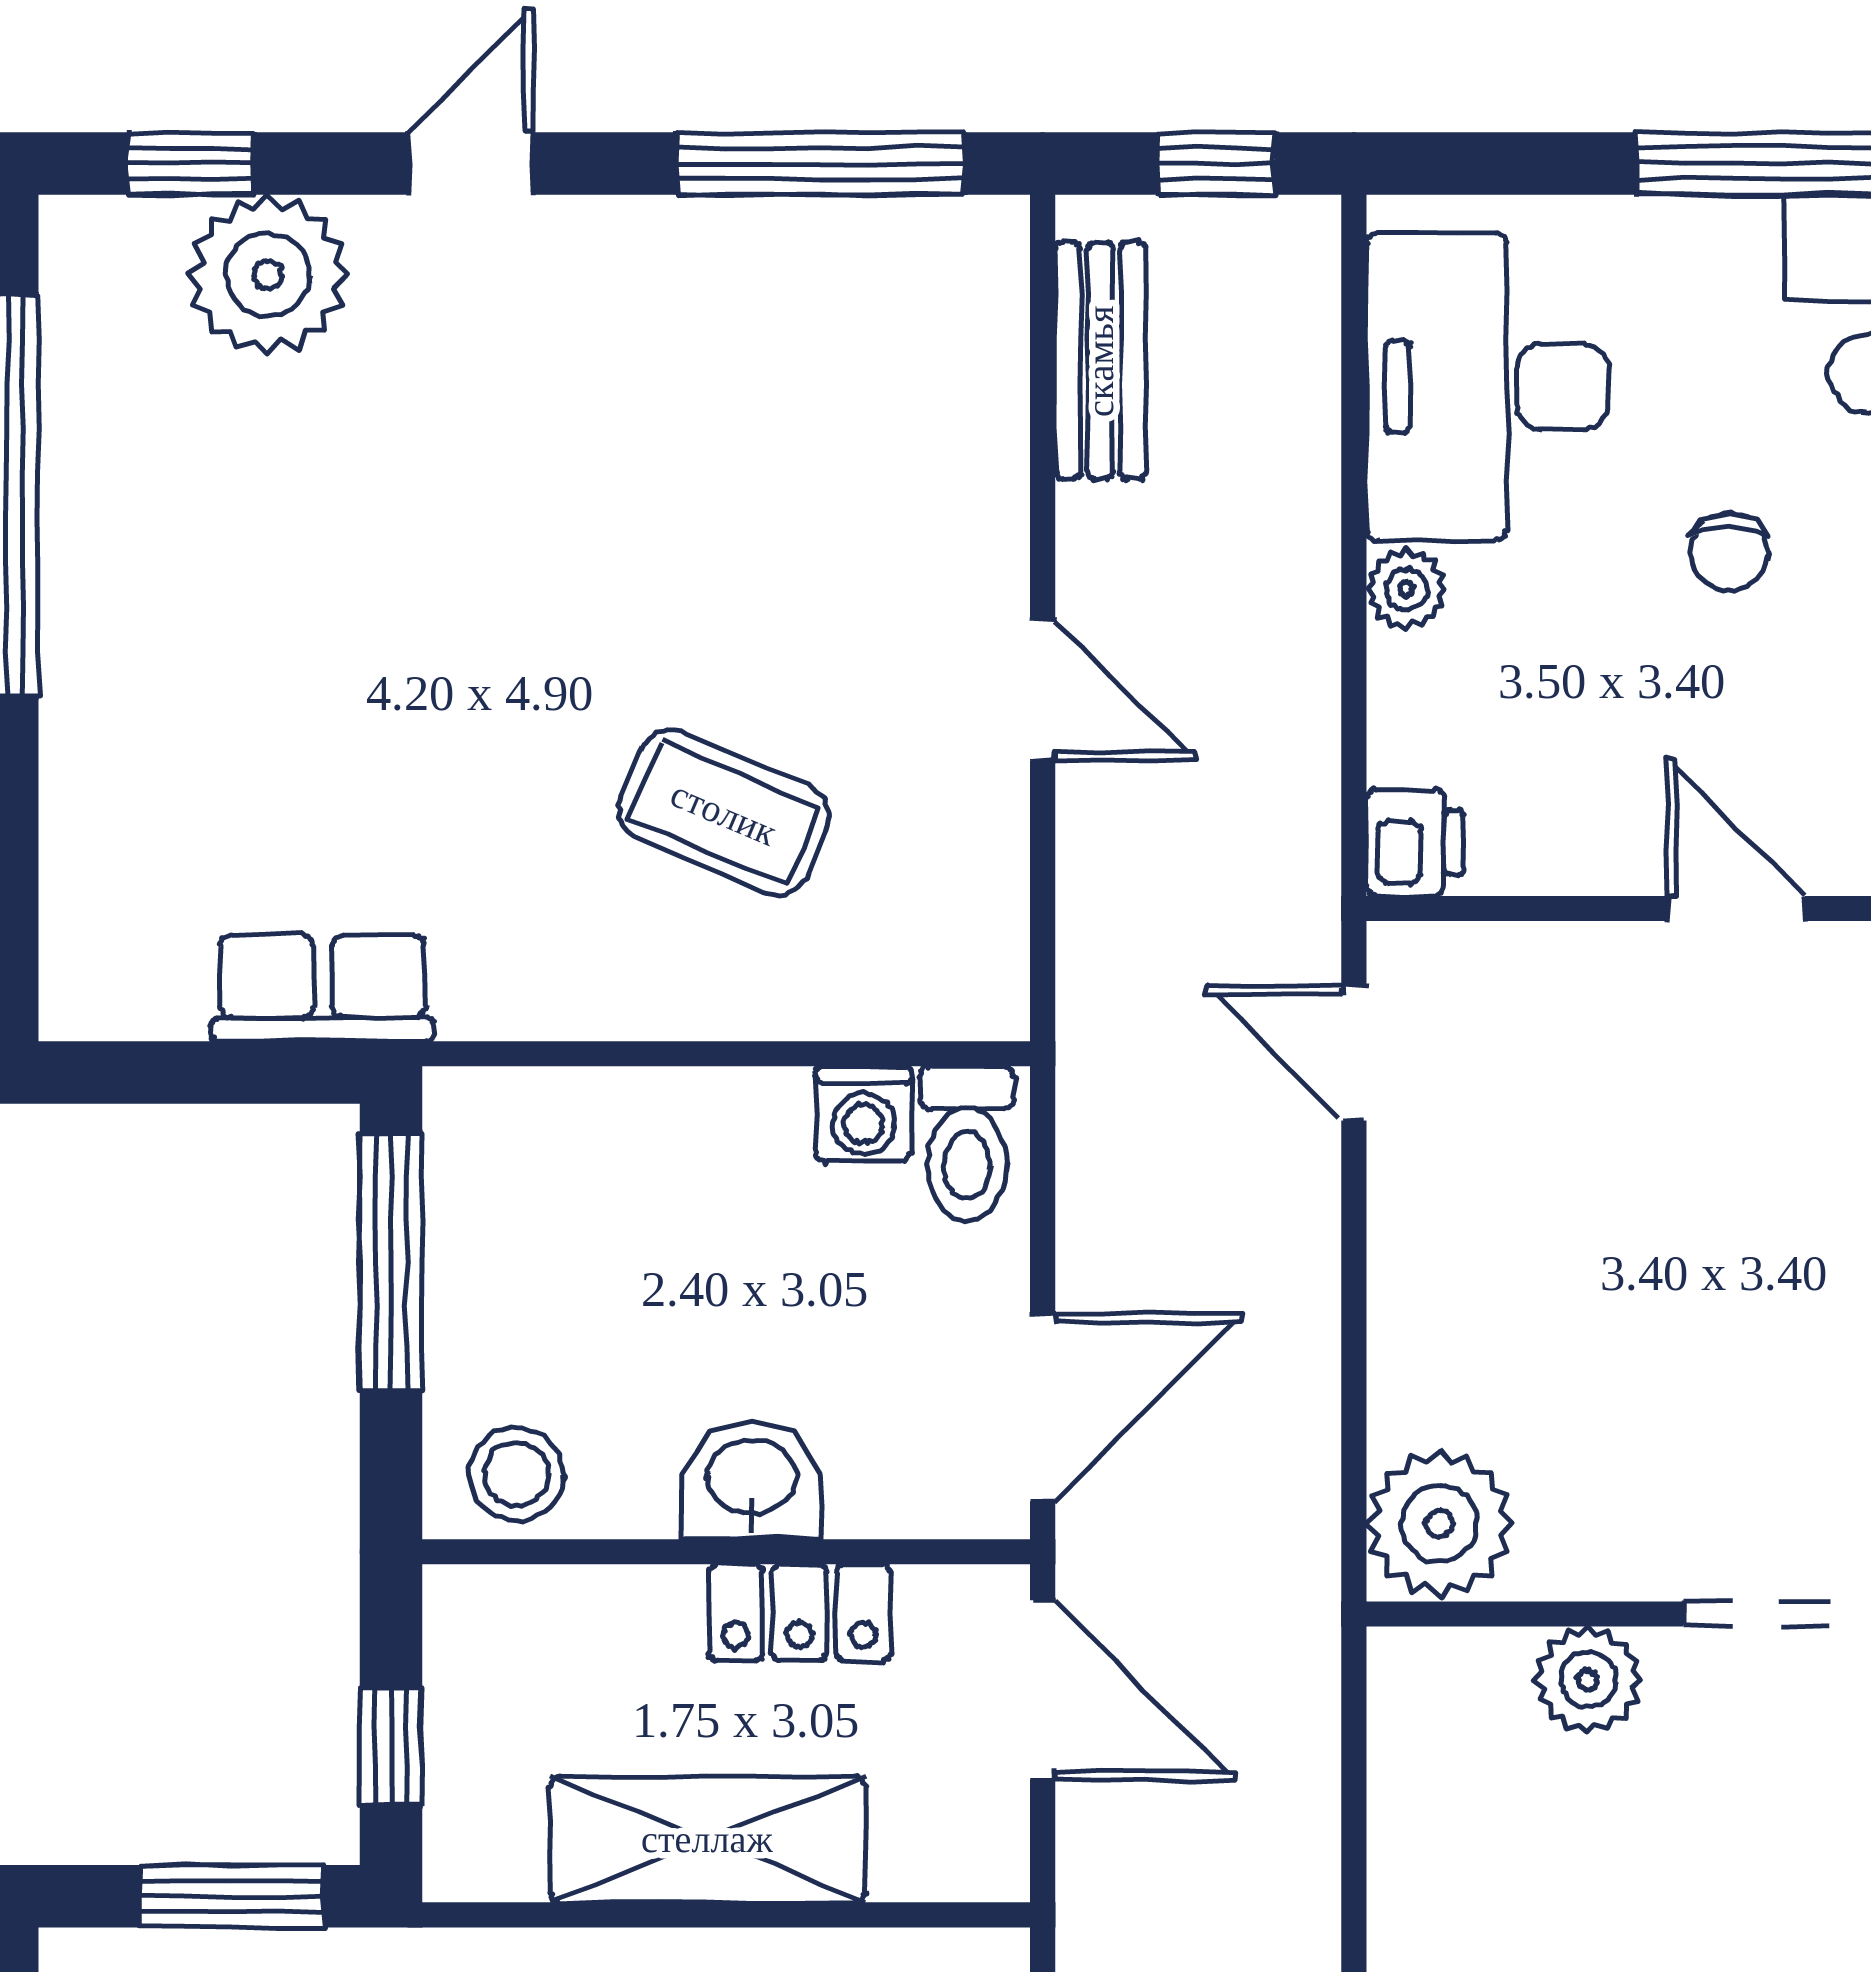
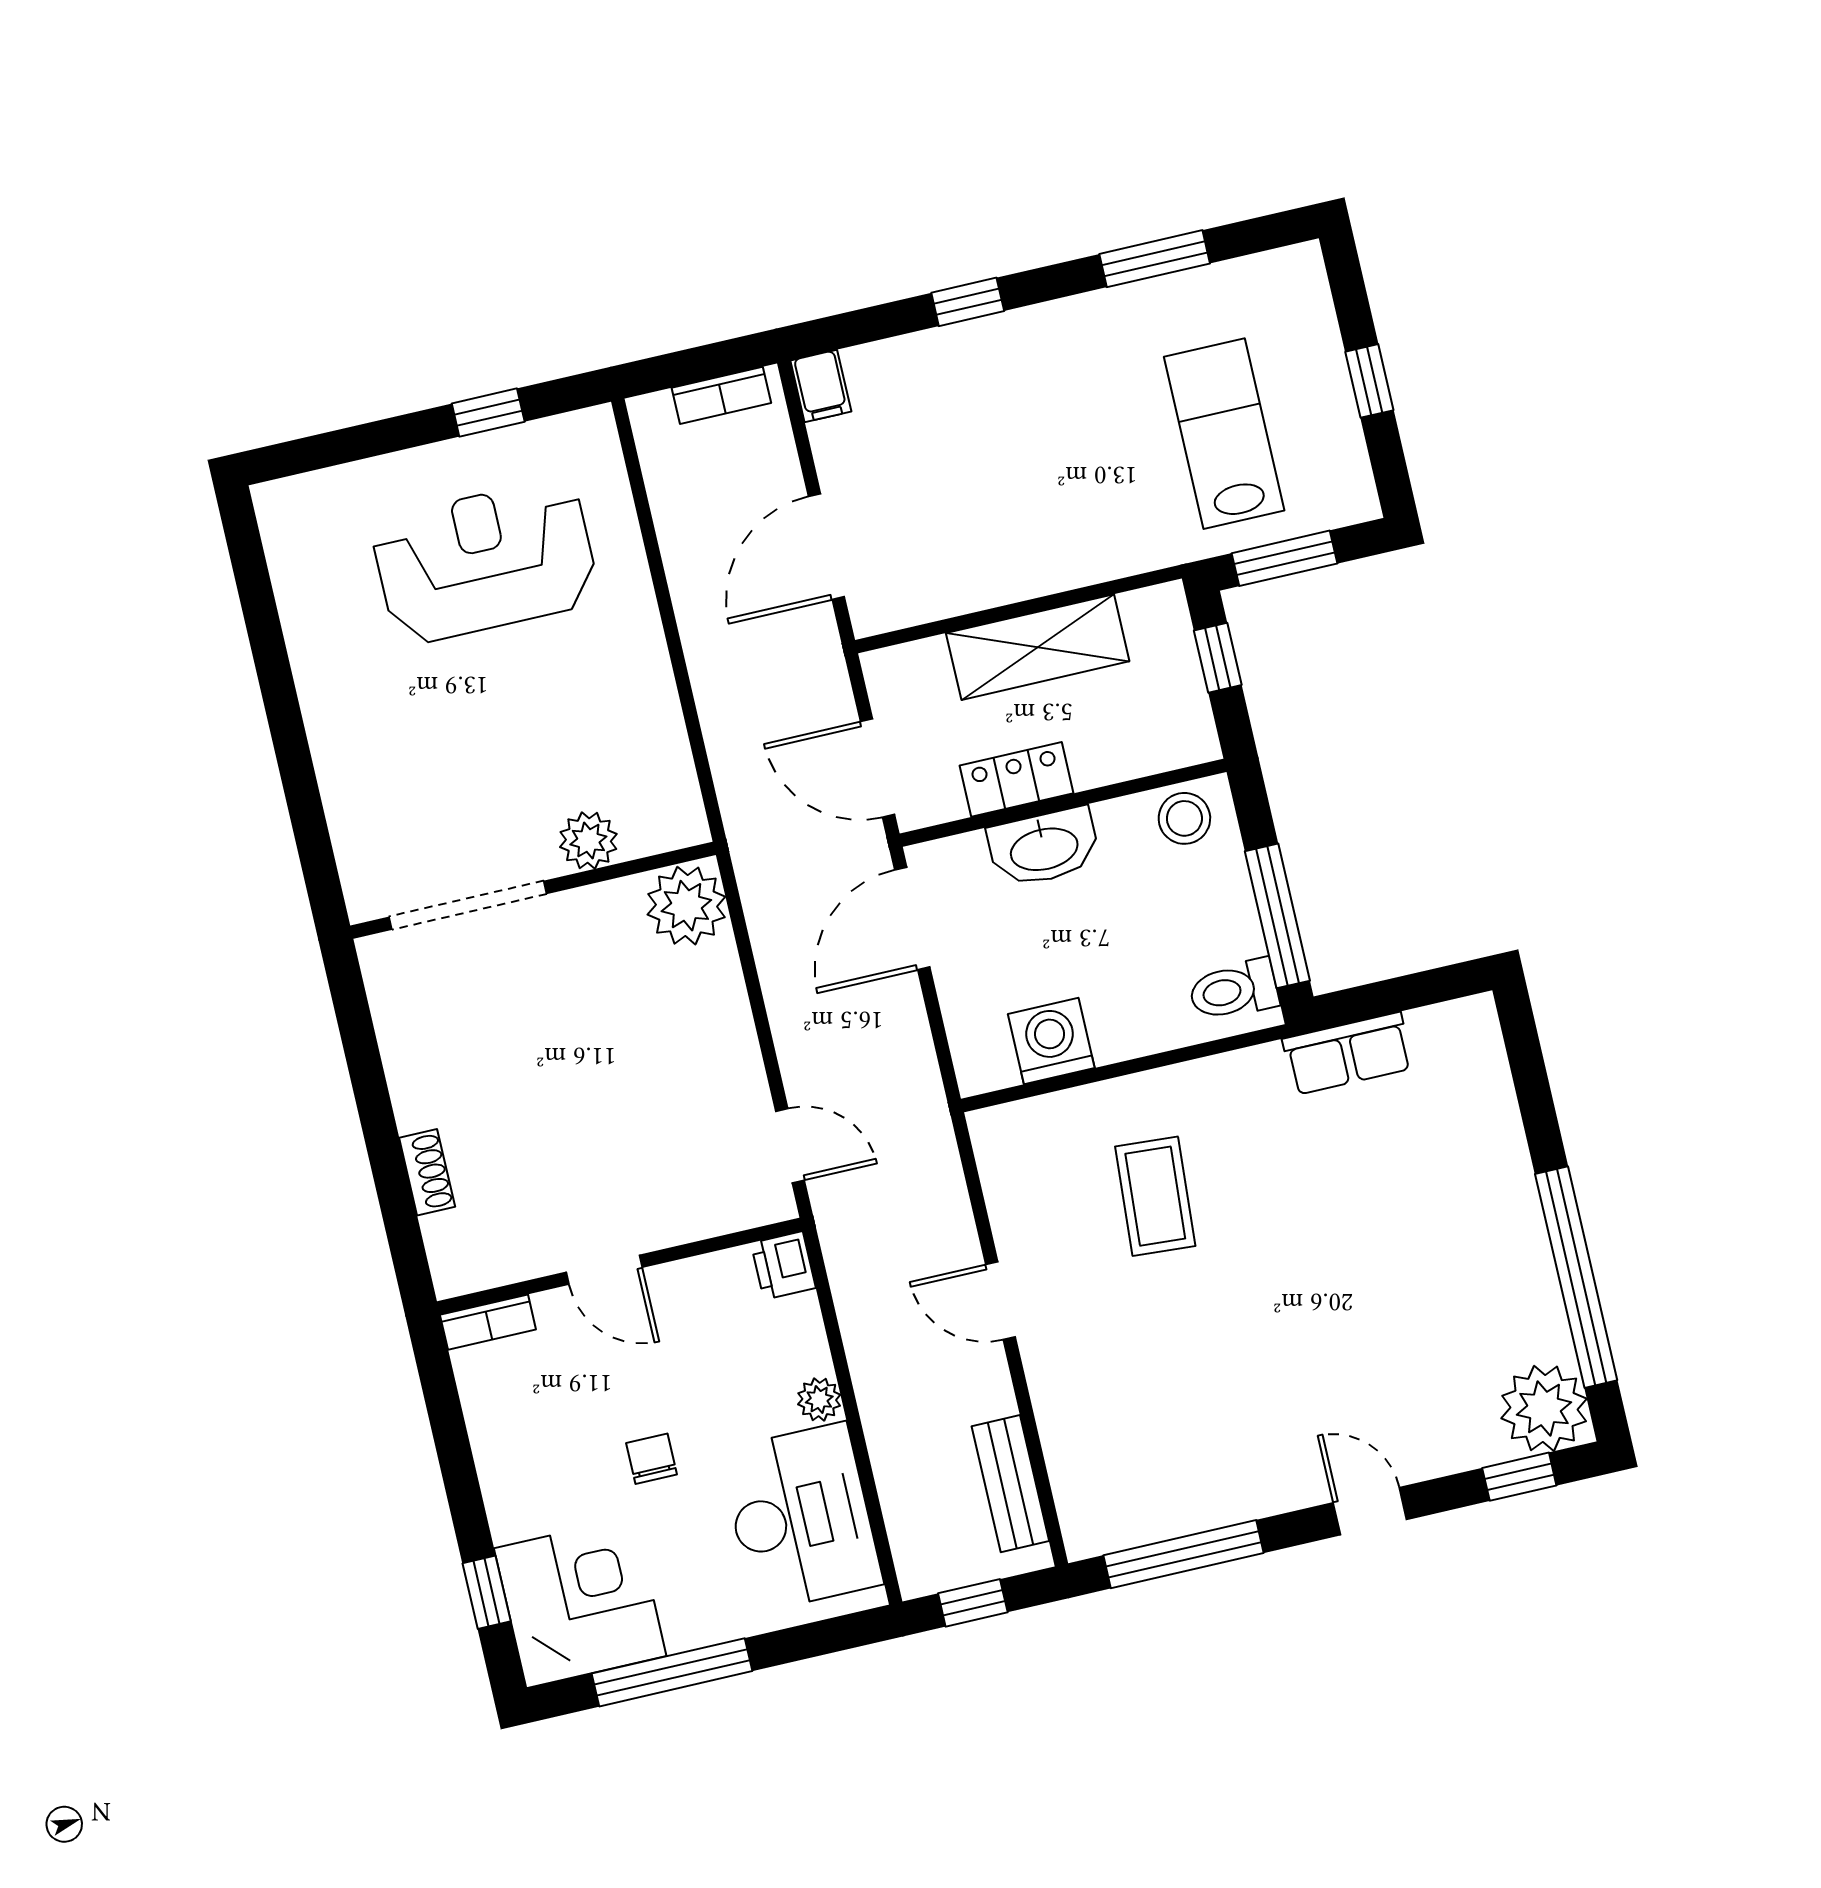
door: (471, 164) -> (1370, 1511), swing flipped
plant: (268, 275) -> (1544, 1408), moved
coffee table: (724, 813) -> (1155, 1196), turned 71
washing machine: (864, 1114) -> (1051, 1041), width x1.38, depth x1.38
toilet: (967, 1144) -> (1234, 990), moved, turned -90
washbasin: (752, 1480) -> (1044, 847), width x1.38

